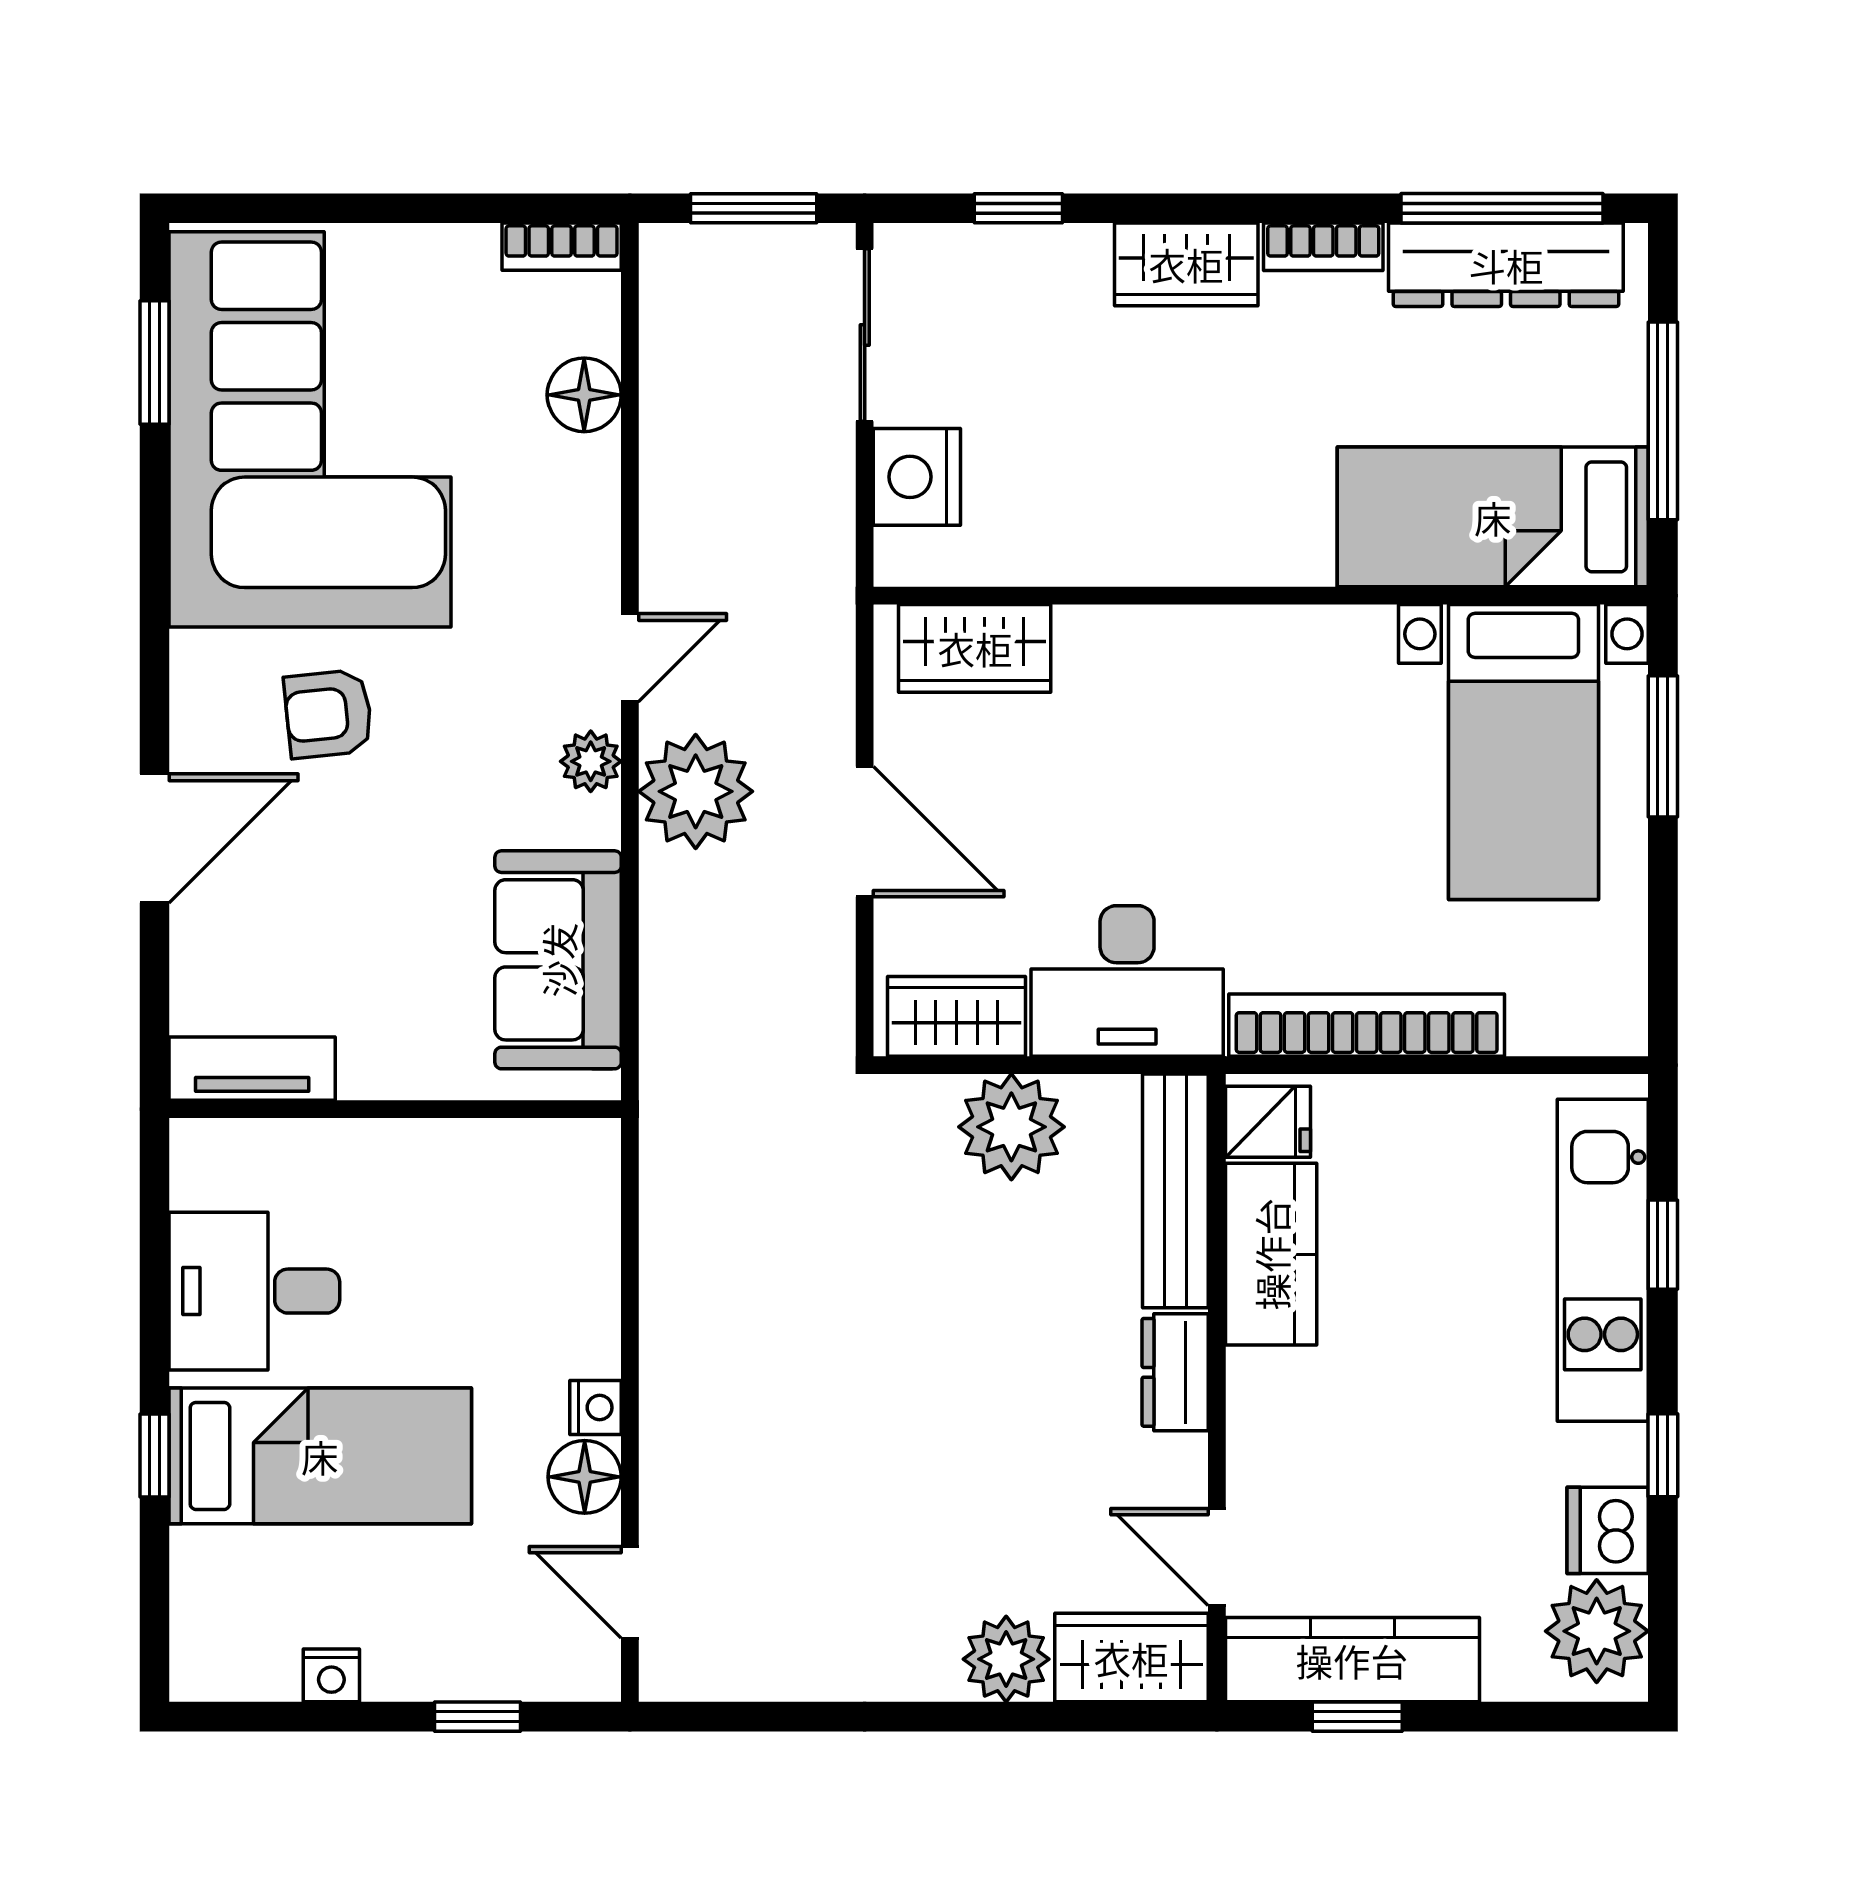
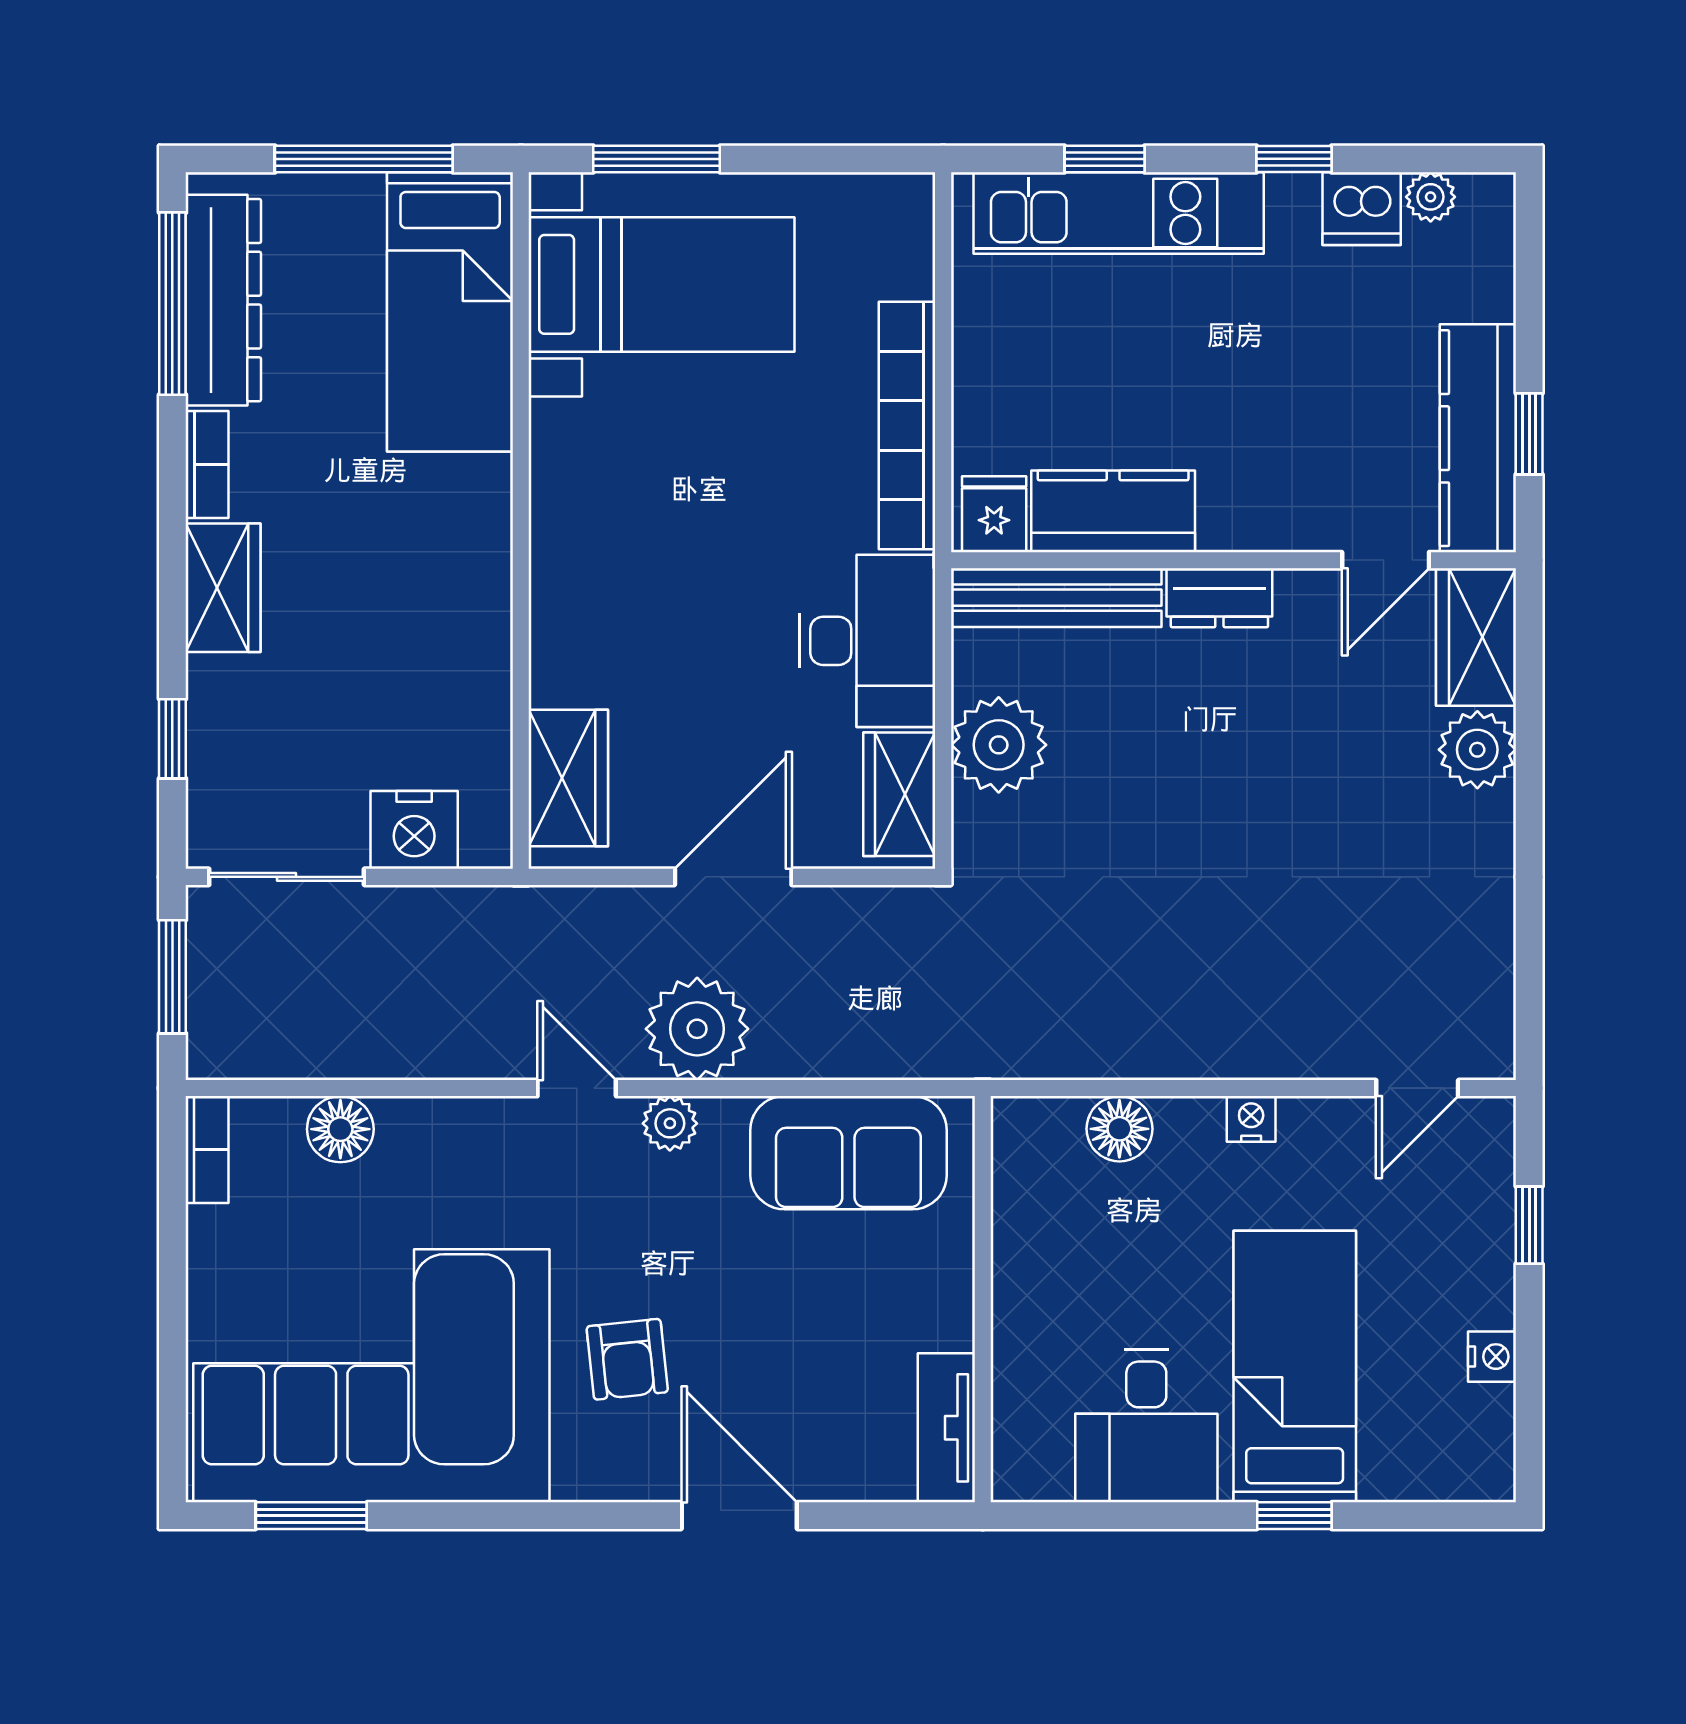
floor lamp: (585, 1477) -> (1119, 1129), moved
plant: (1597, 1631) -> (1431, 197), width x0.53, depth x0.53

